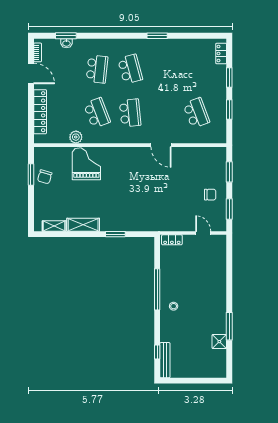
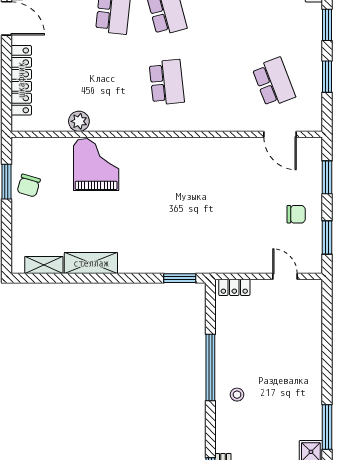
school desk: (97, 113) -> (113, 82), removed
door: (161, 145) -> (280, 134), moved
window: (115, 234) -> (180, 278), moved

